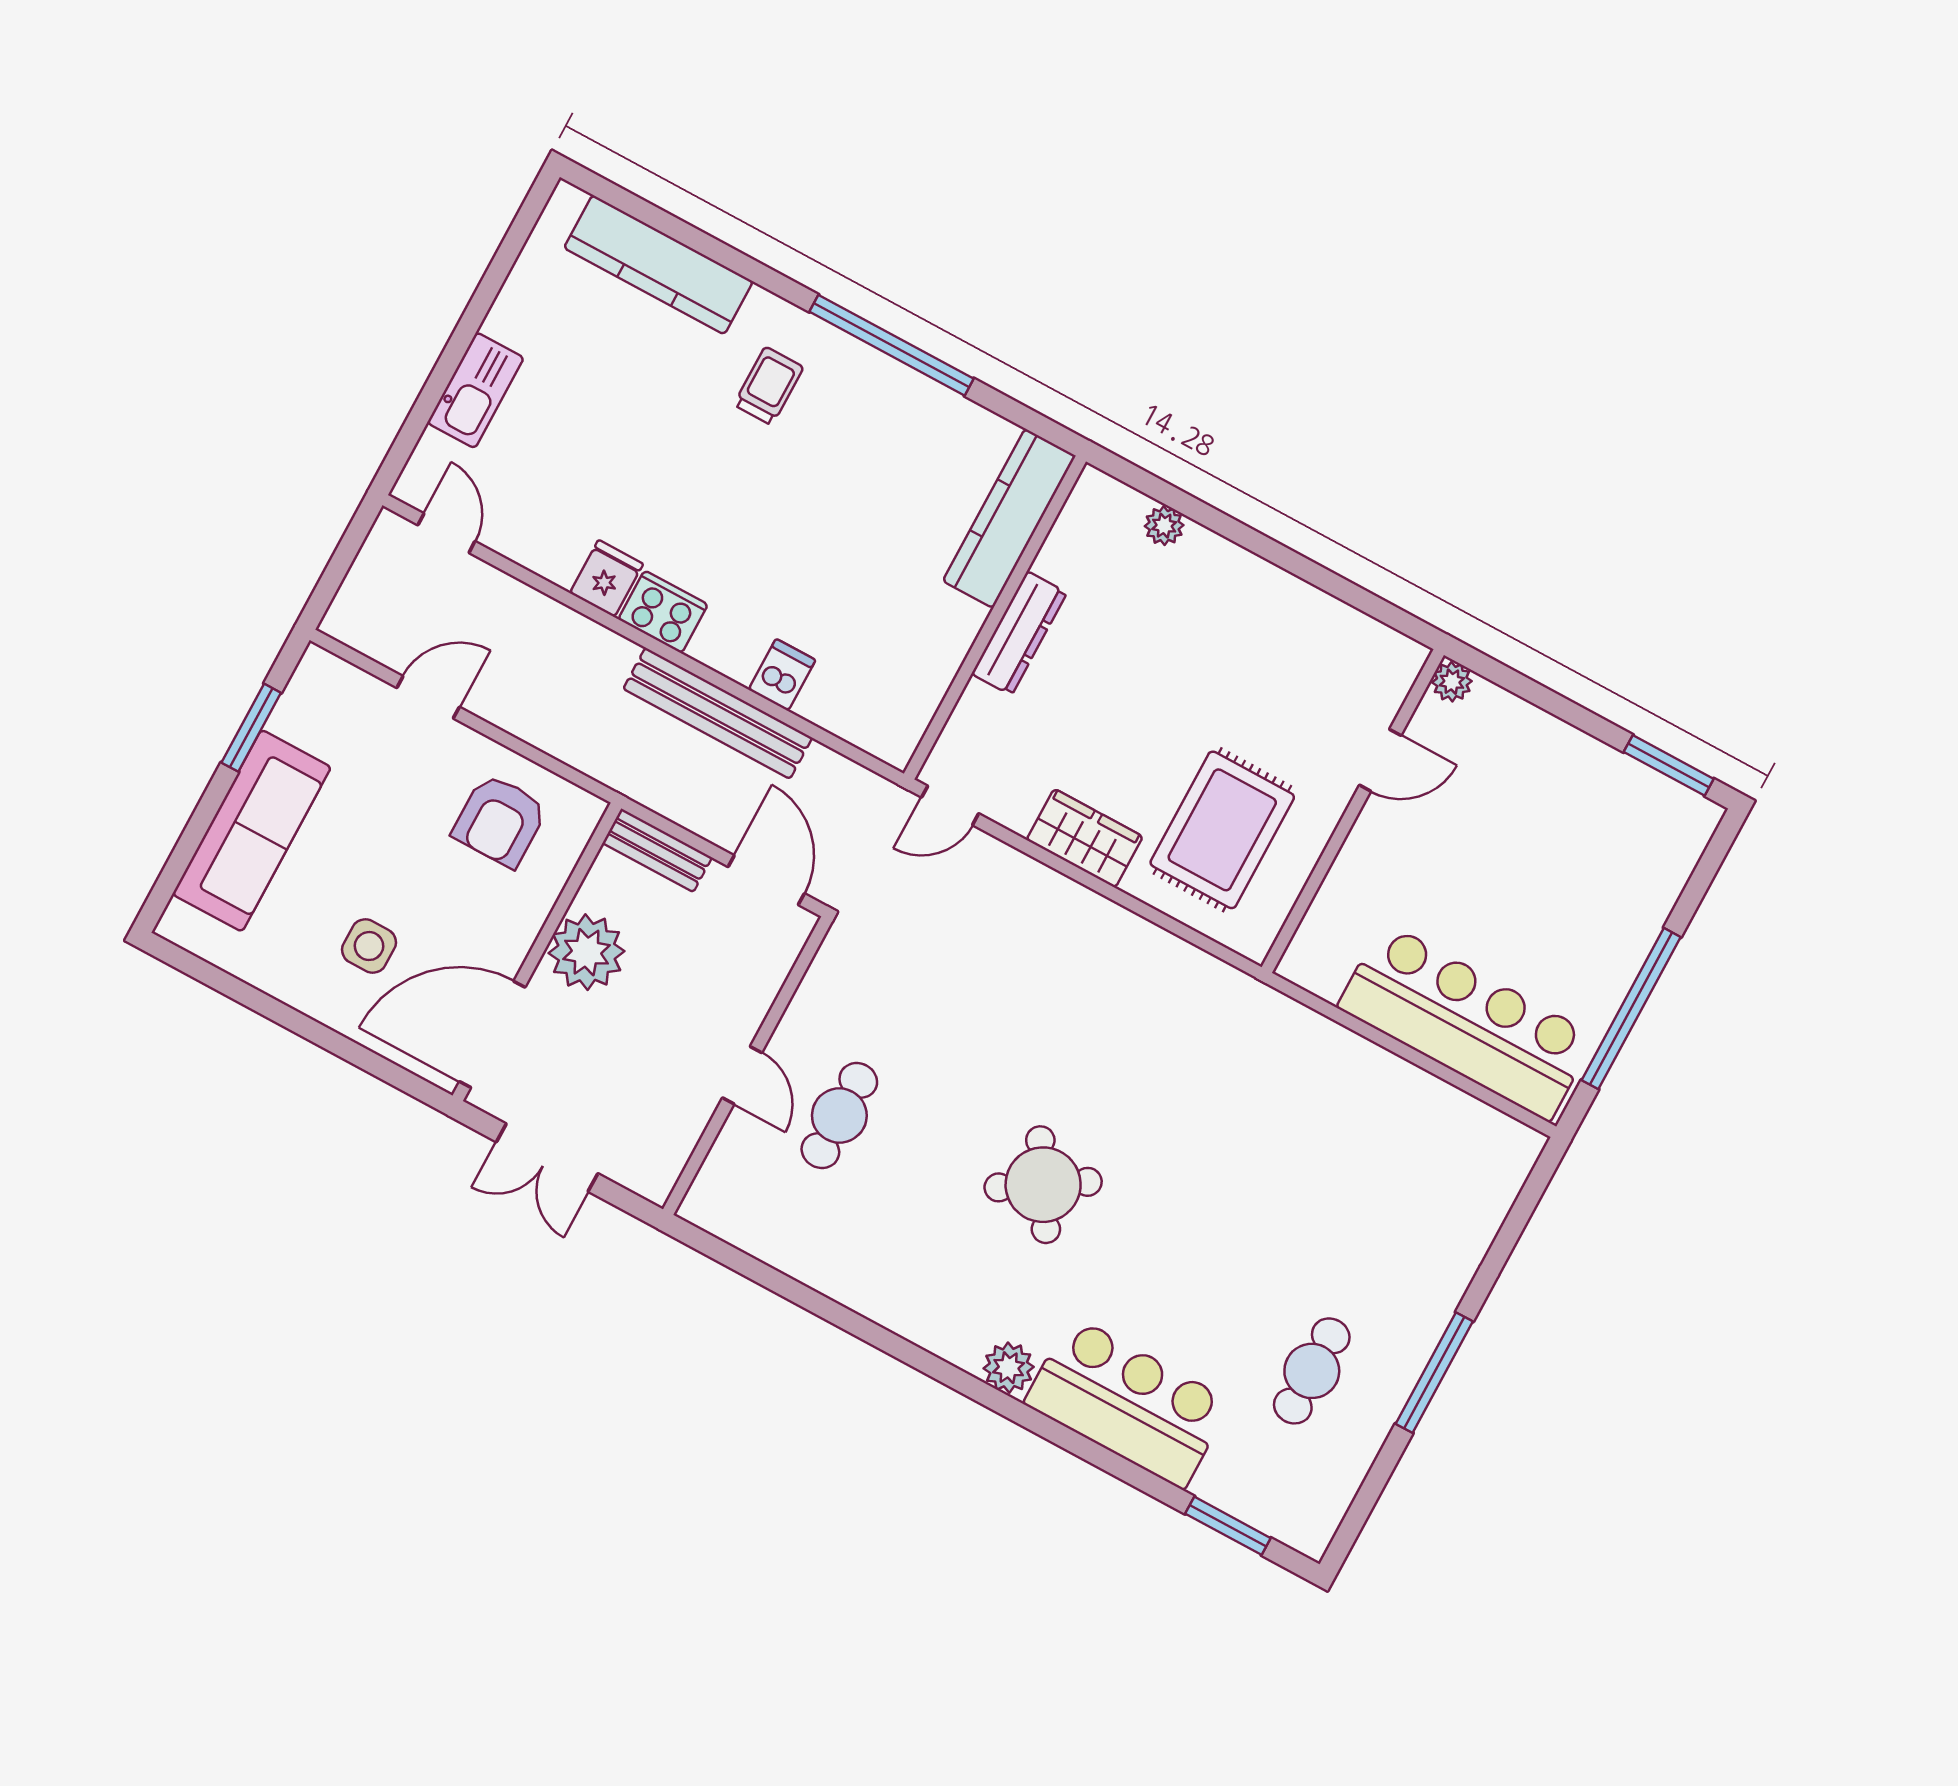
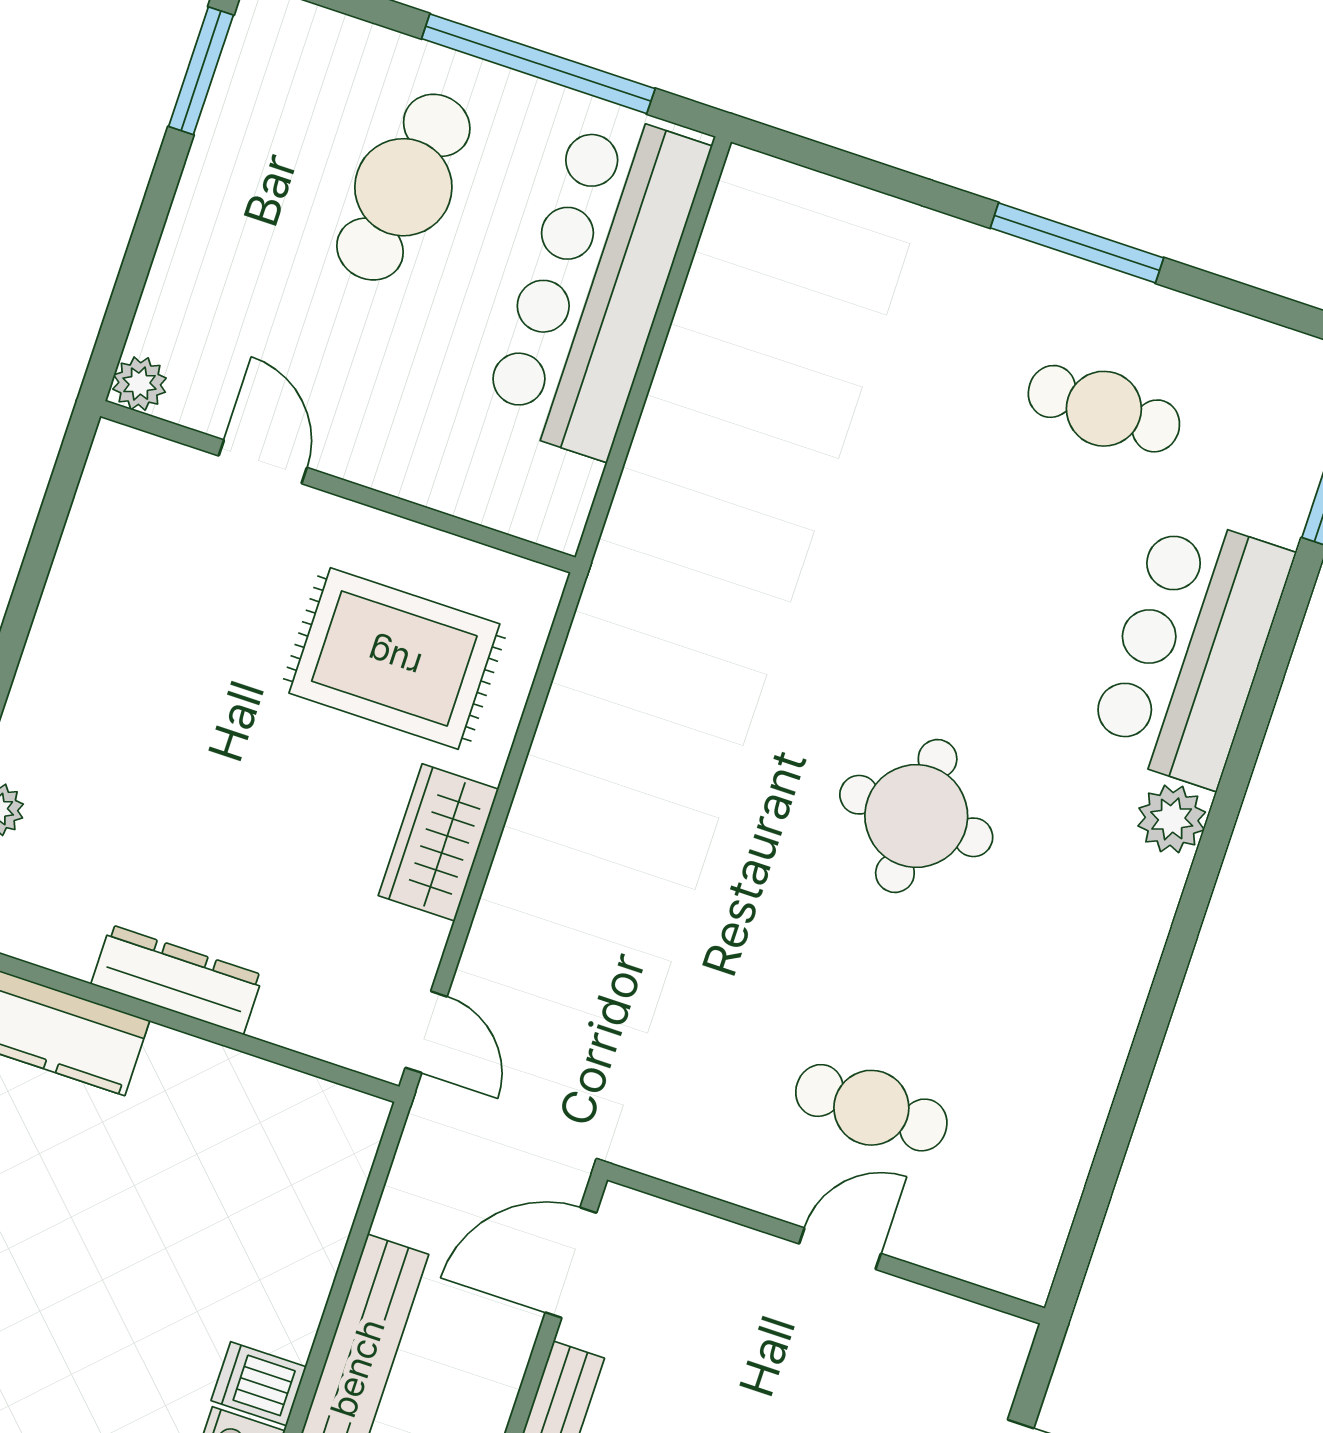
dishwasher: (782, 675) -> (259, 1384), moved
cafe table: (1559, 896) -> (403, 187), added
round table: (1043, 1185) -> (916, 816), turned 34

